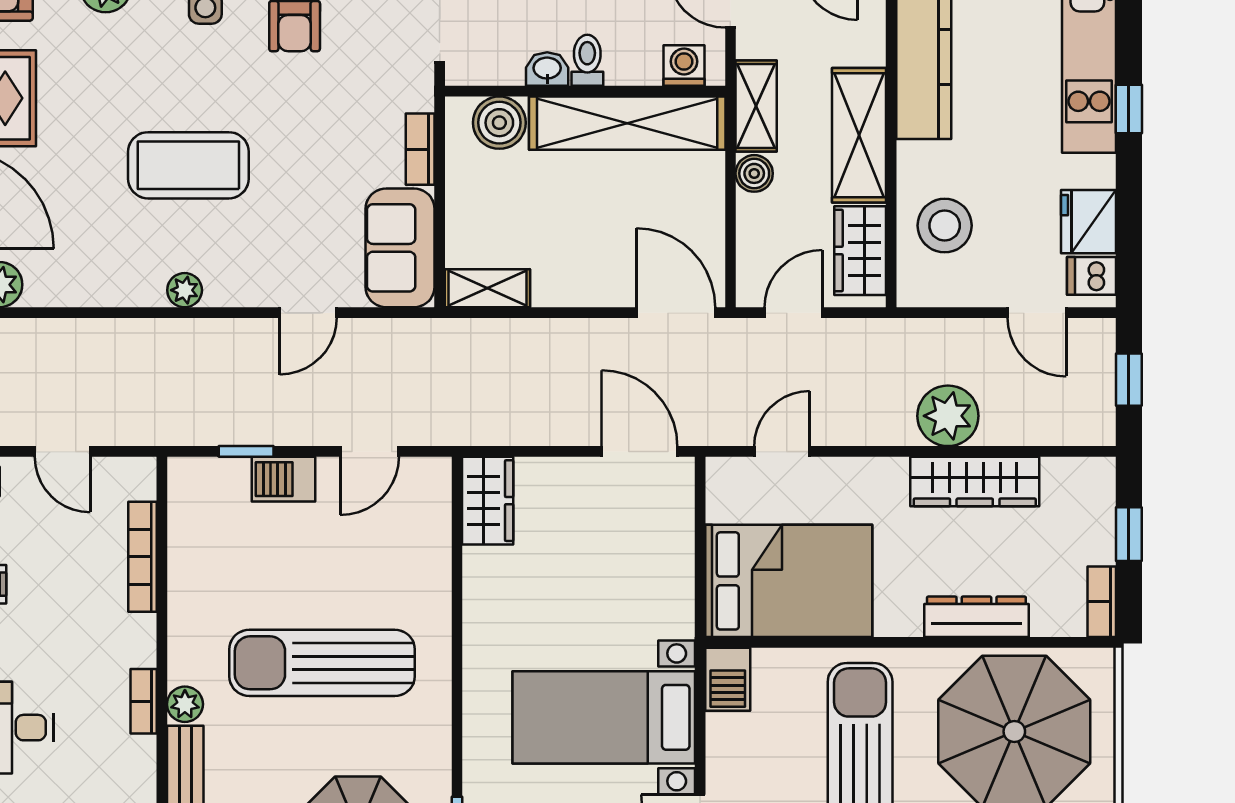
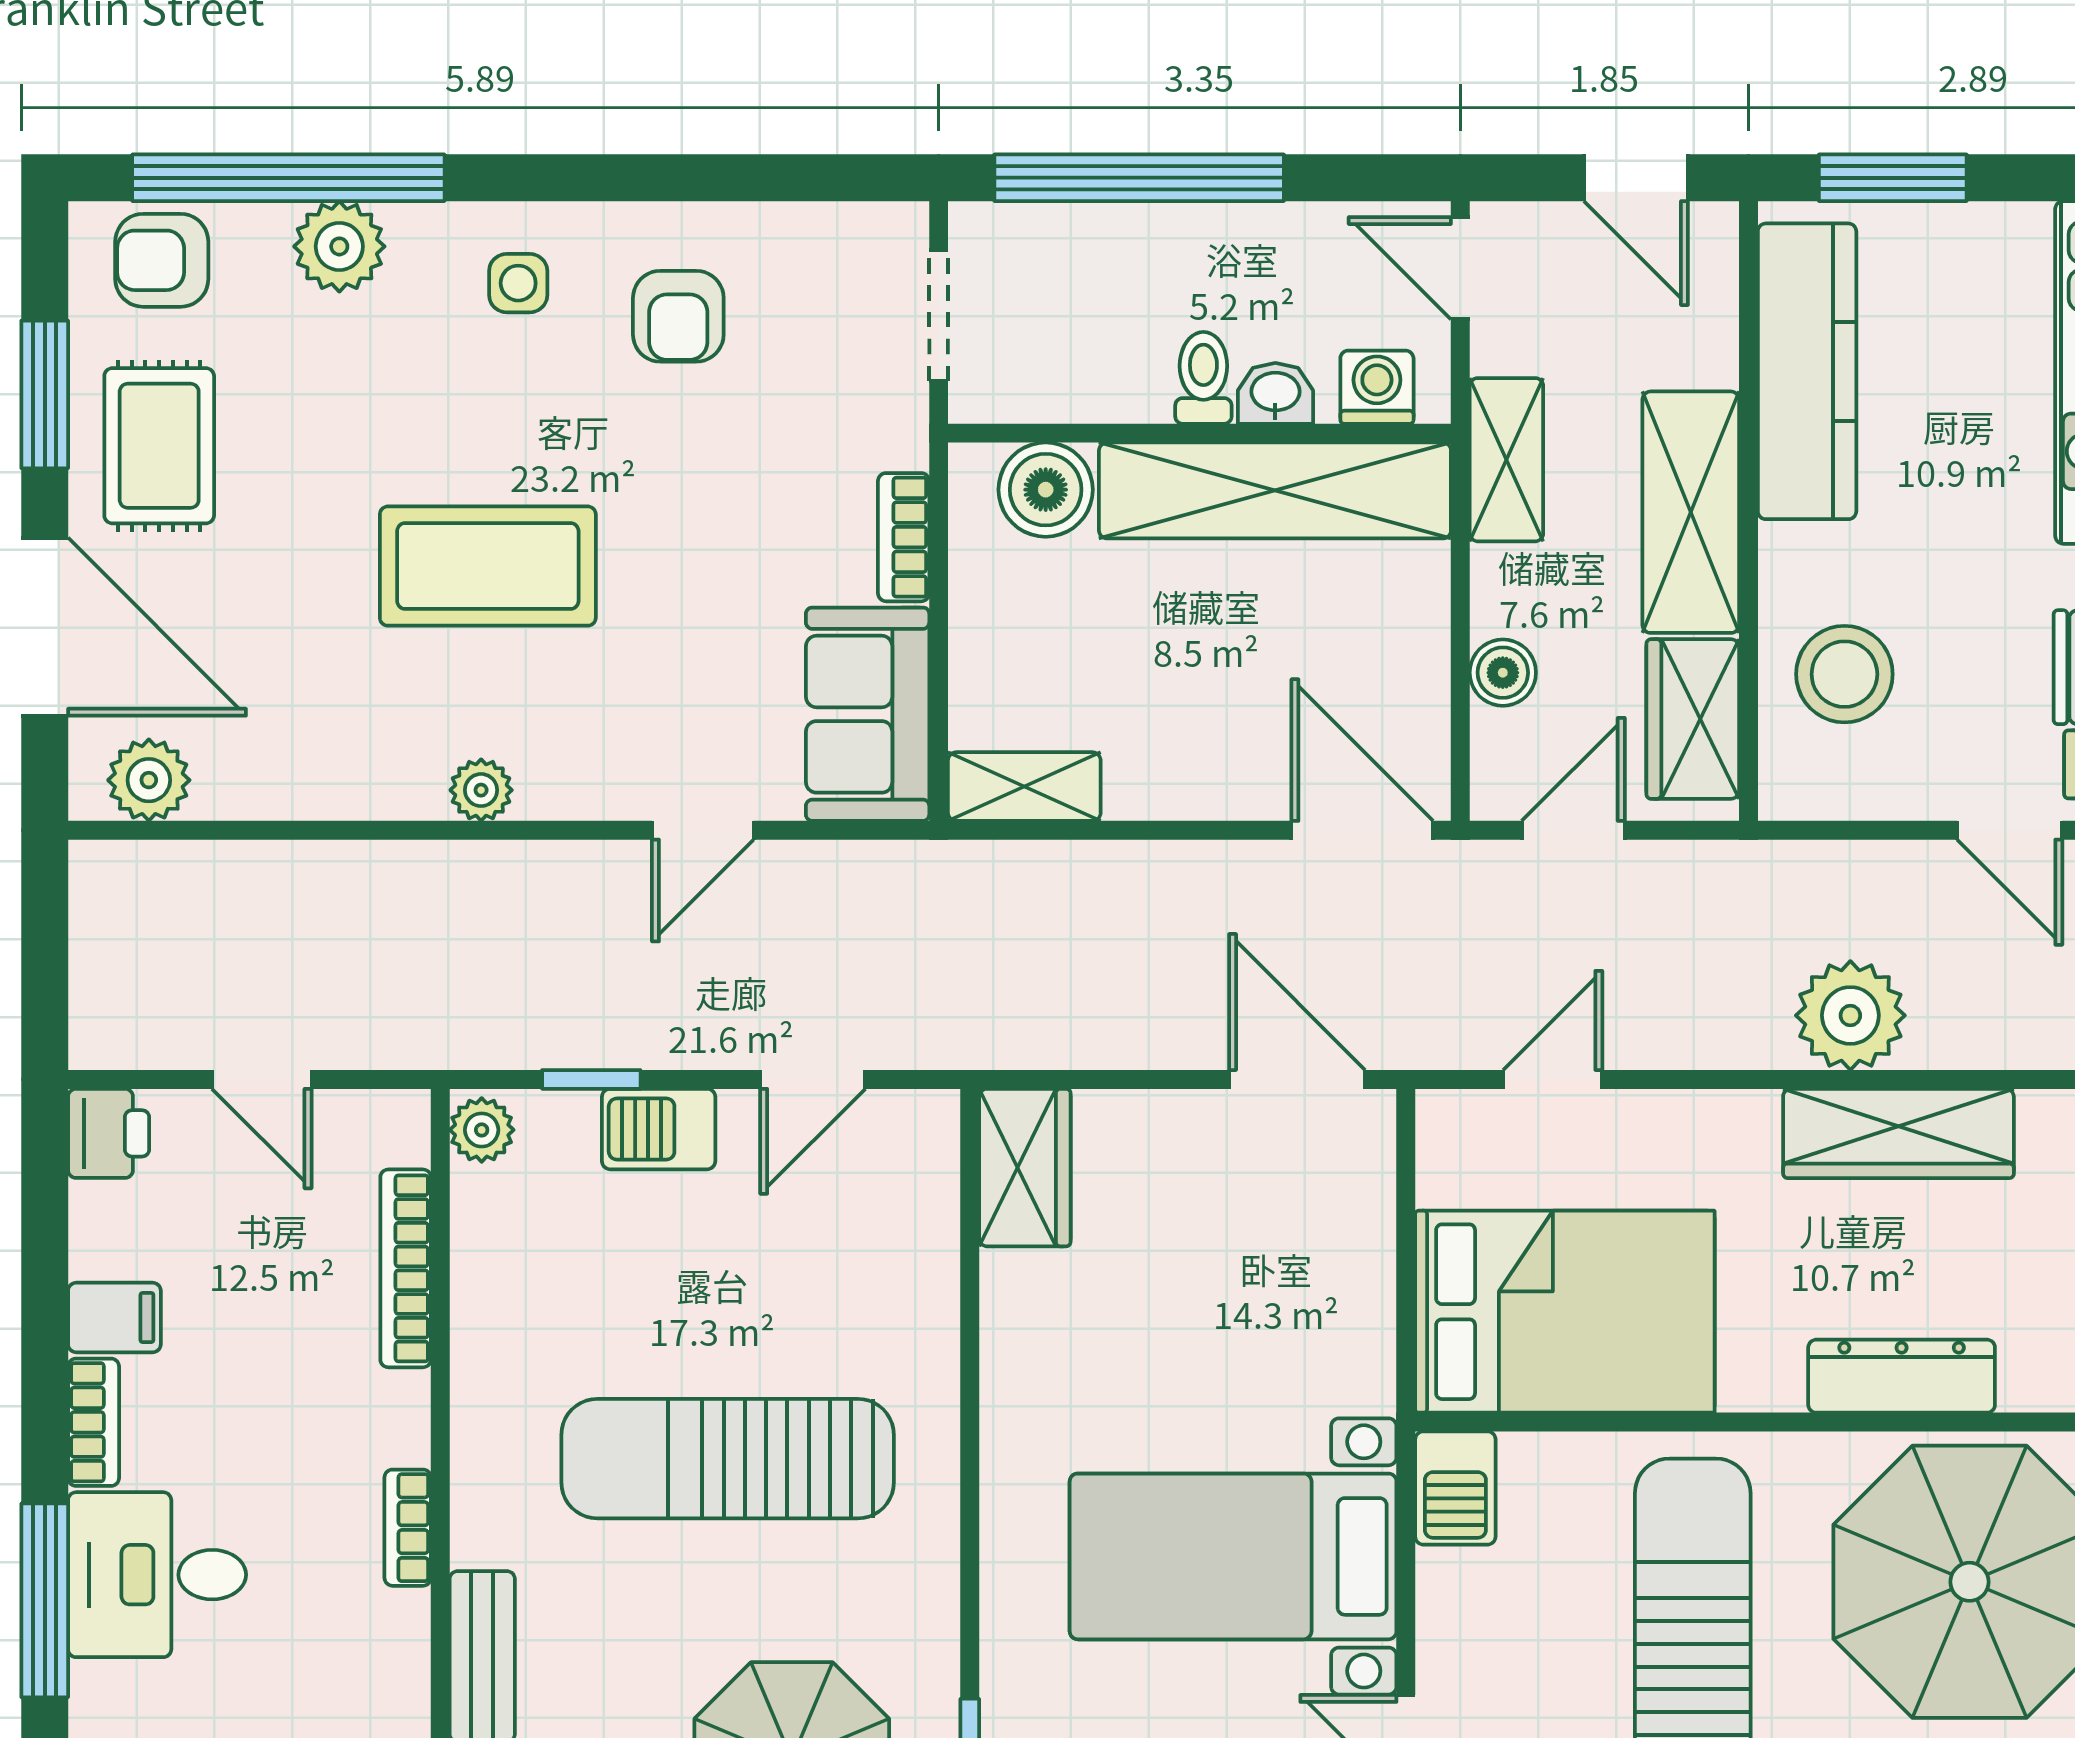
washbasin: (547, 69) -> (1275, 393), moved
boiler: (754, 173) -> (1503, 673), moved
plant: (185, 704) -> (482, 1130), moved

